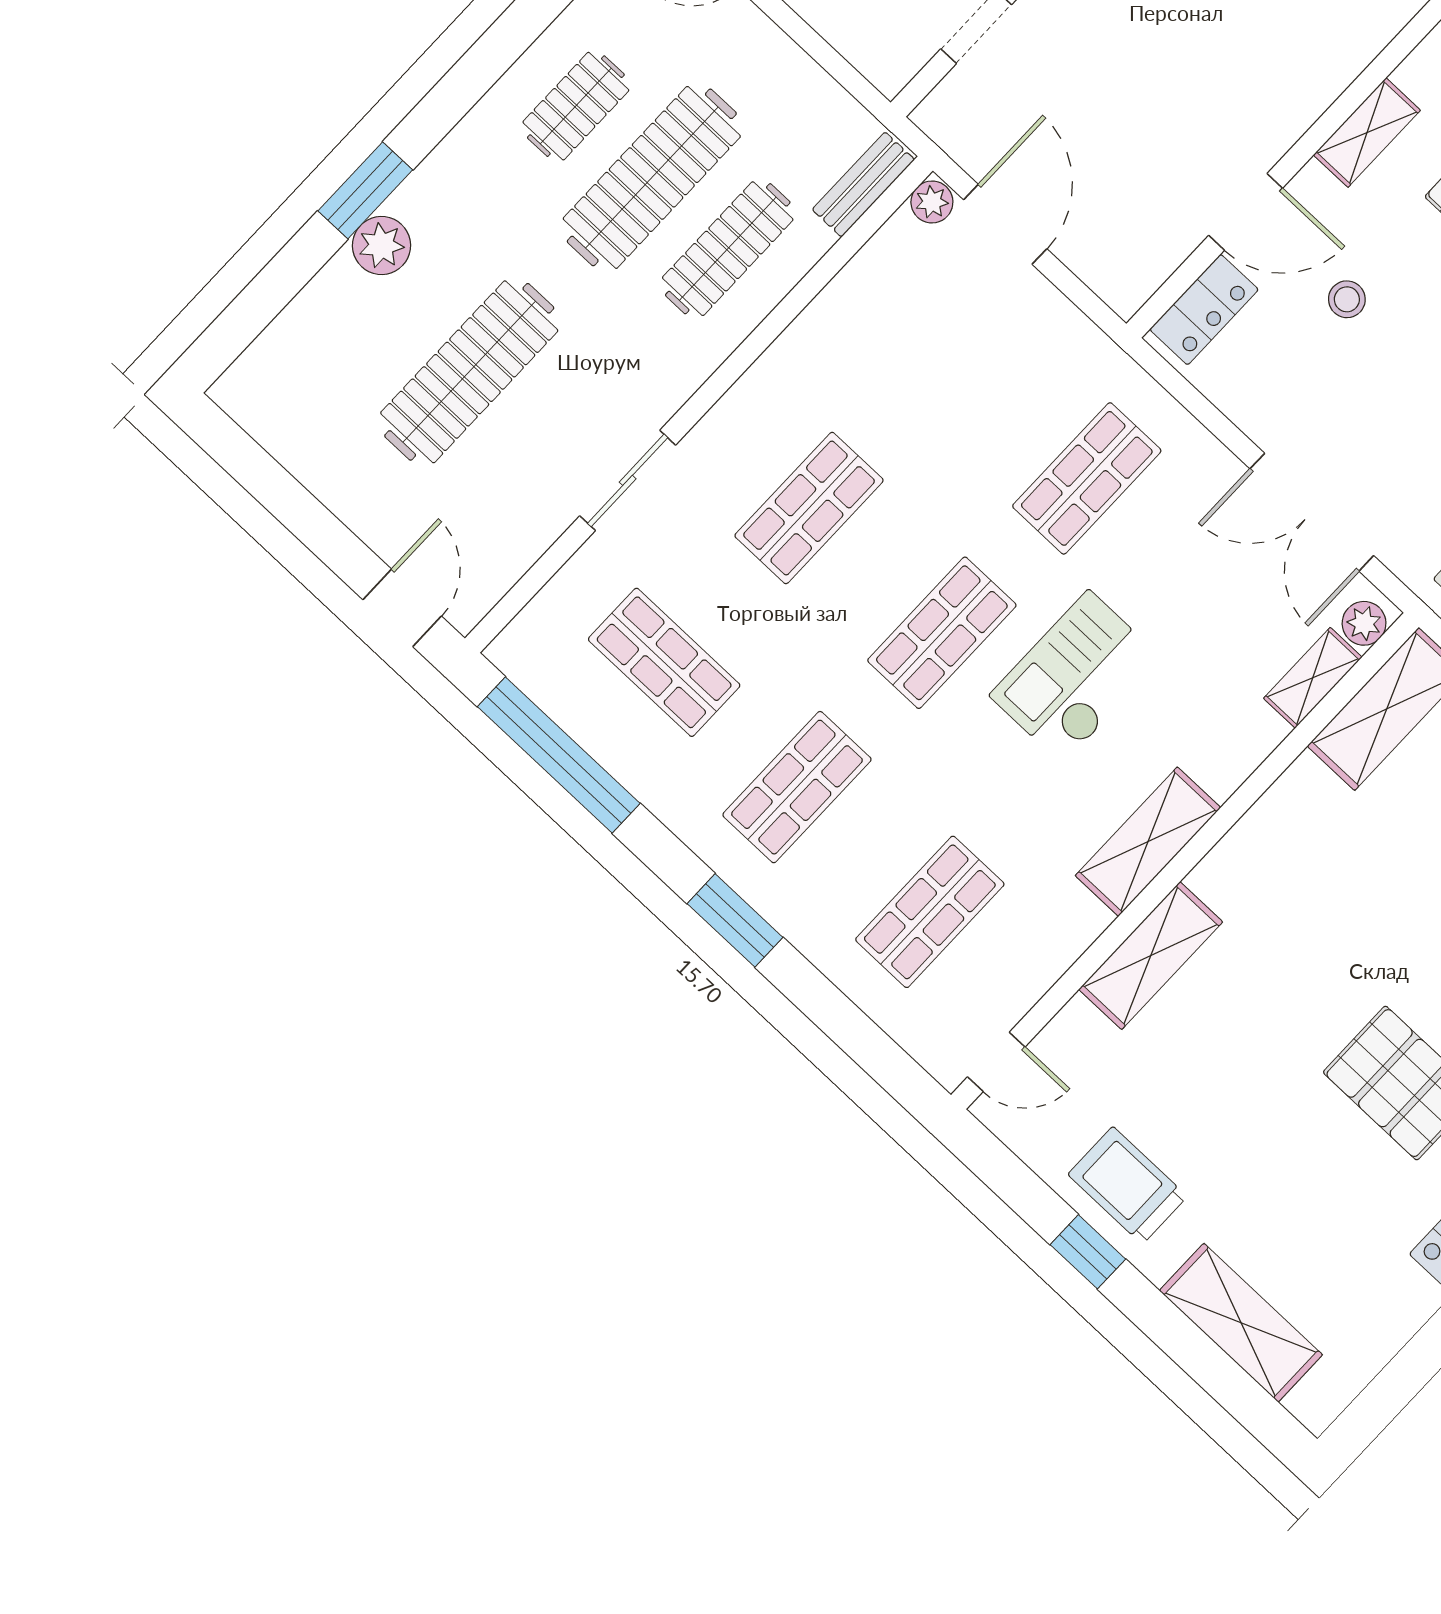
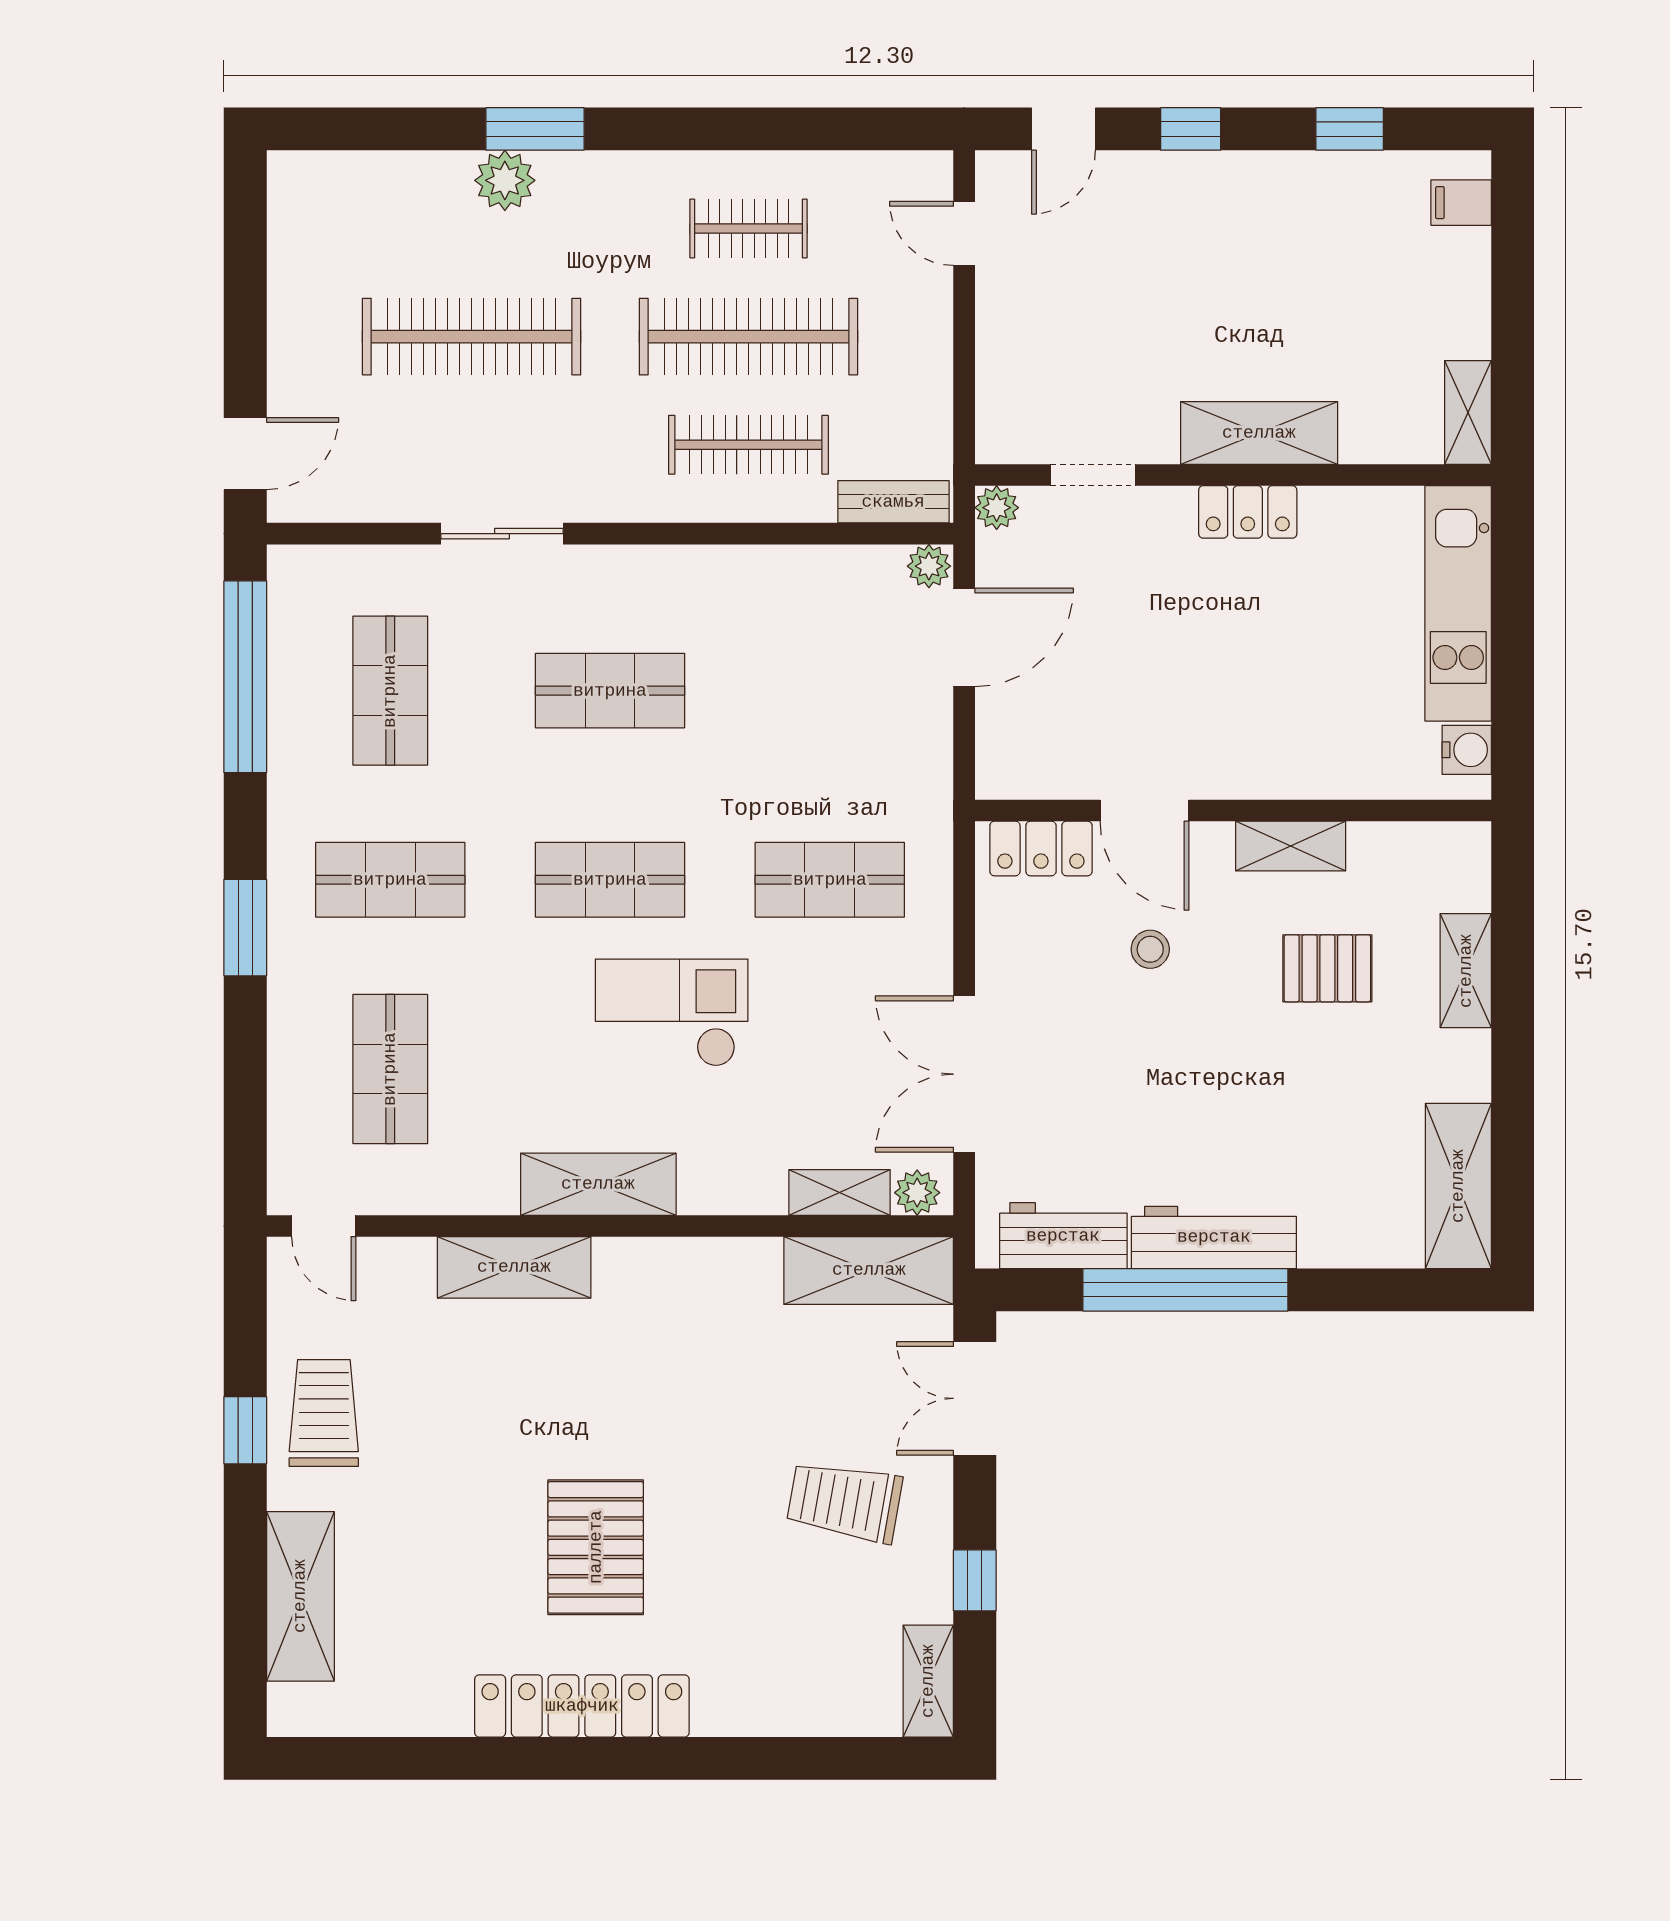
plant: (936, 116) -> (997, 508), added
shop shelf: (930, 912) -> (390, 1069), turned 90

